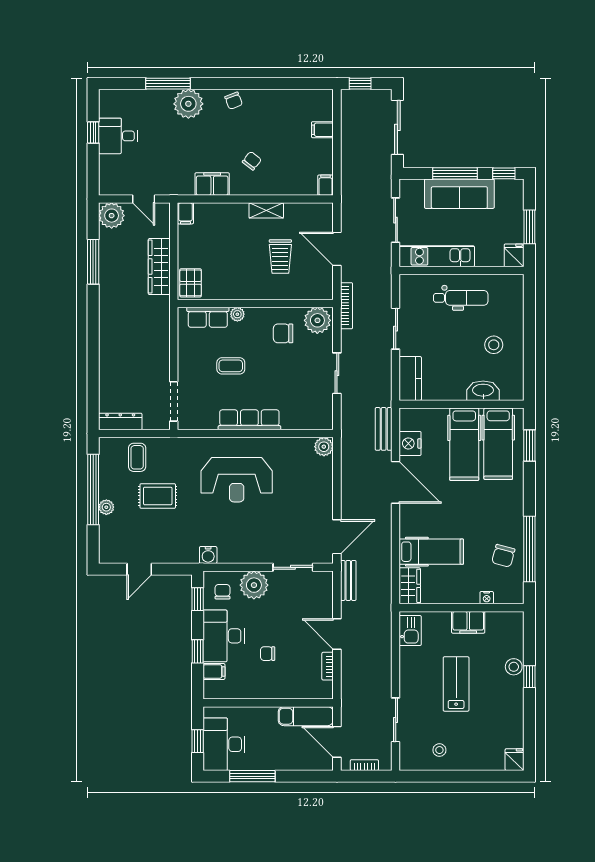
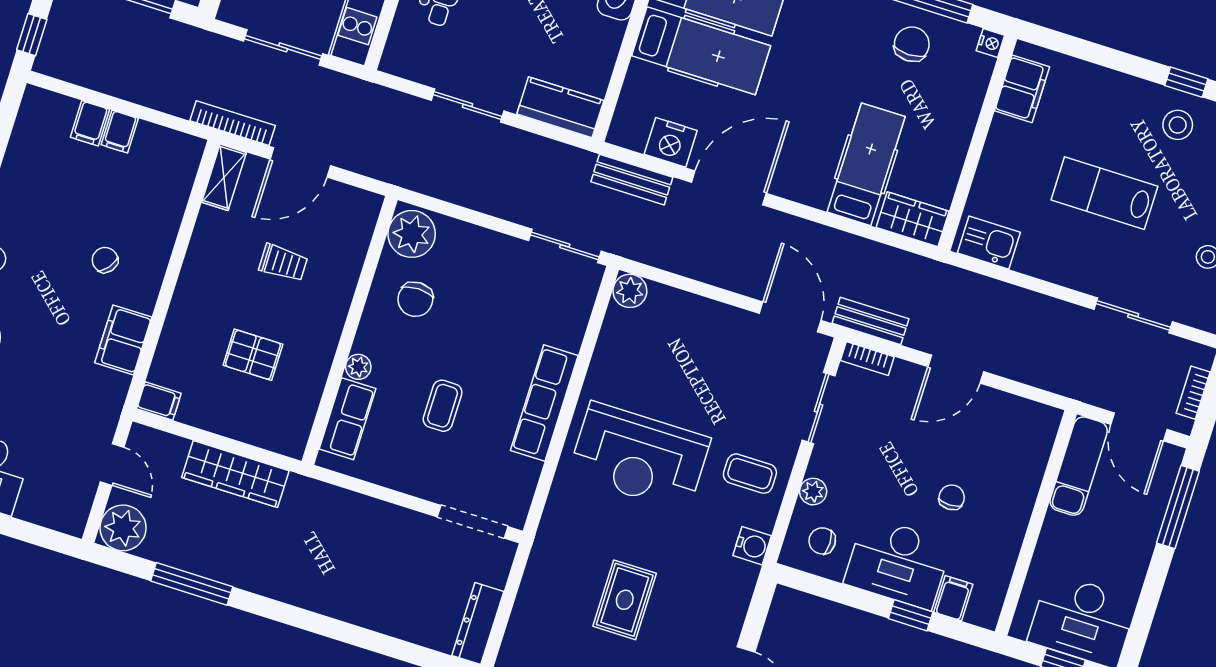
filing cabinet: (326, 185) -> (120, 132), moved, turned -90
door: (144, 199) -> (112, 465), hinge flipped
shelving: (266, 210) -> (224, 177), moved
trolley: (280, 257) -> (283, 263), width x0.73, depth x0.72
pallet: (191, 283) -> (253, 355), moved
bookcase: (347, 306) -> (233, 123), moved
sliding door: (337, 373) -> (565, 246), moved
coffee table: (137, 457) -> (750, 474), moved
reception desk: (237, 480) -> (639, 457), turned 90
chair: (503, 556) -> (912, 44), turned -105
plant: (254, 585) -> (813, 492), width x0.53, depth x0.53
nightstand: (487, 598) -> (990, 43), moved
window: (198, 599) -> (822, 587), removed
filing cabinet: (468, 622) -> (1022, 89), moved
chair: (268, 654) -> (952, 497), turned 180
bookcase: (328, 666) -> (867, 359), moved
stool: (514, 667) -> (1178, 125), moved
window: (529, 677) -> (1186, 82), moved
door: (337, 742) -> (1139, 427), hinge flipped
window: (252, 776) -> (1178, 507), moved

